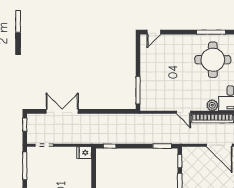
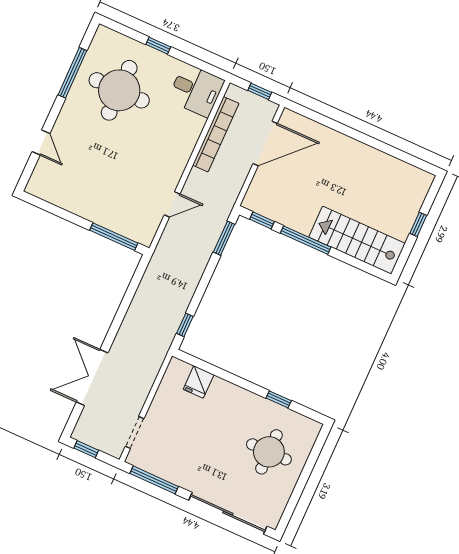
door: (154, 32) -> (41, 142), moved
plant: (212, 105) -> (194, 125), removed
door: (183, 112) -> (172, 204), moved
fridge: (84, 153) -> (199, 382), moved

